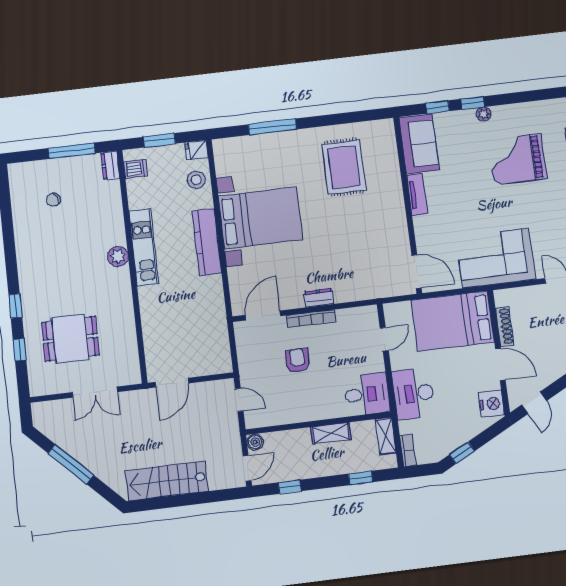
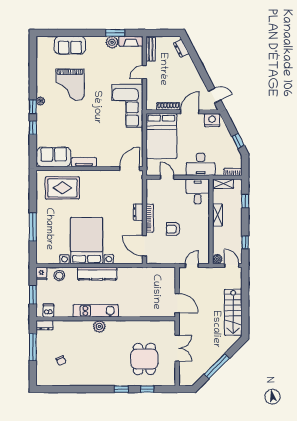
sofa: (419, 144) -> (54, 157), moved
tv unit: (417, 195) -> (84, 162), moved
wall: (408, 205) -> (89, 168), moved
door: (417, 272) -> (130, 168), moved

